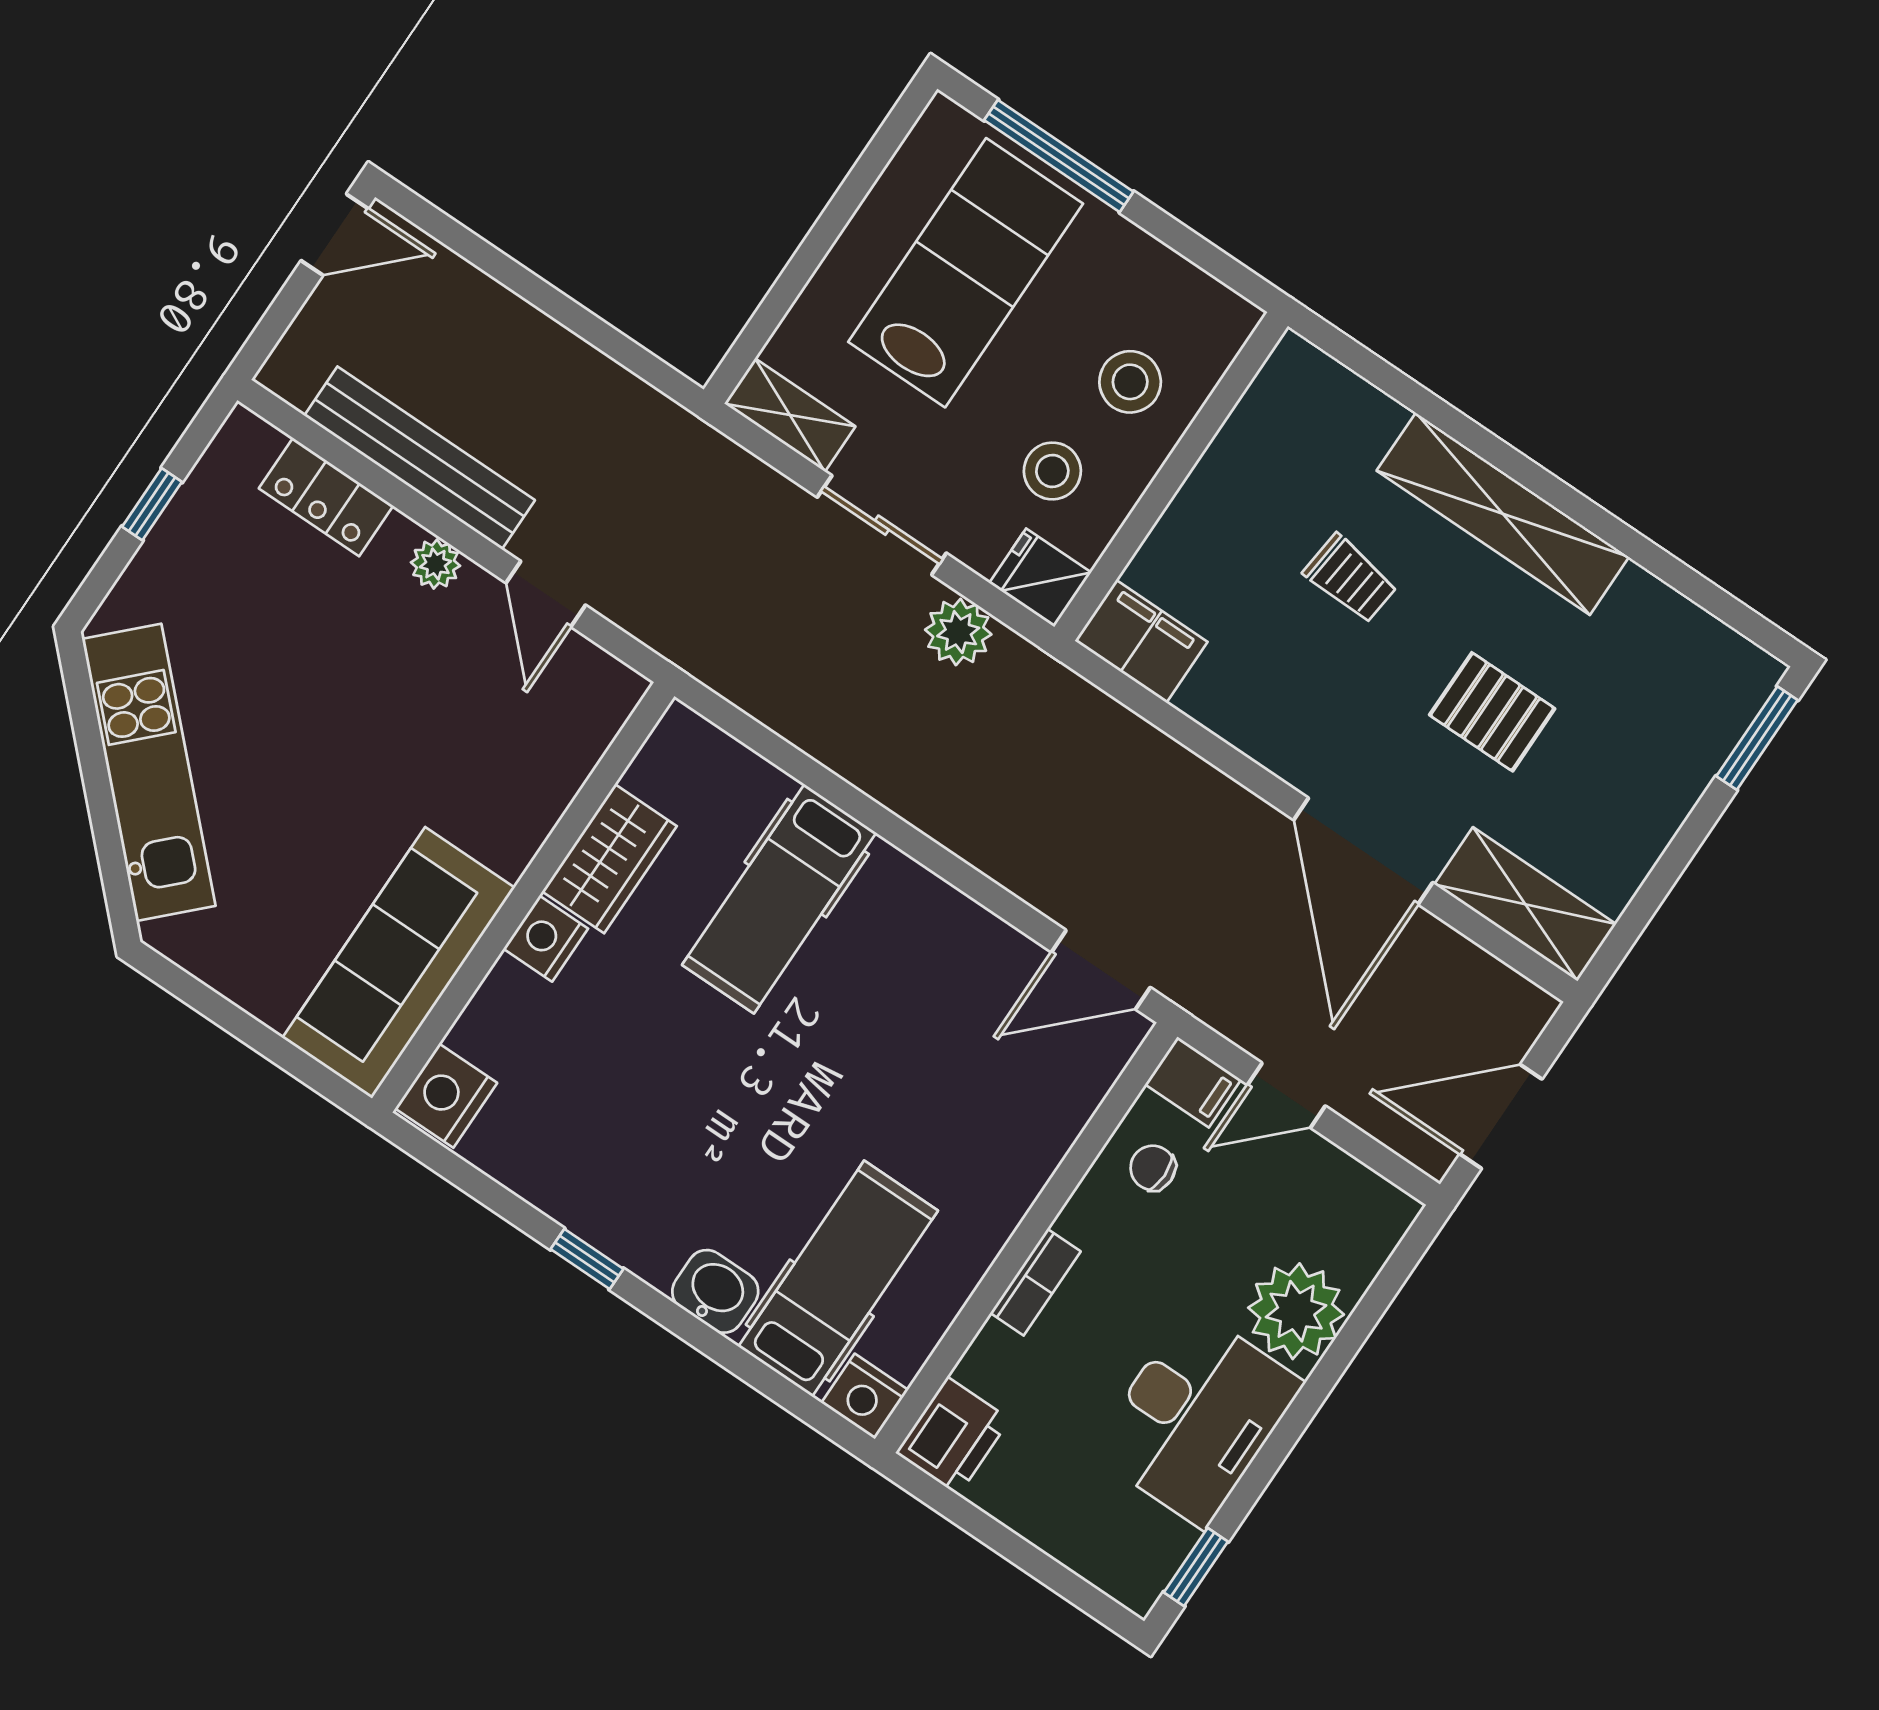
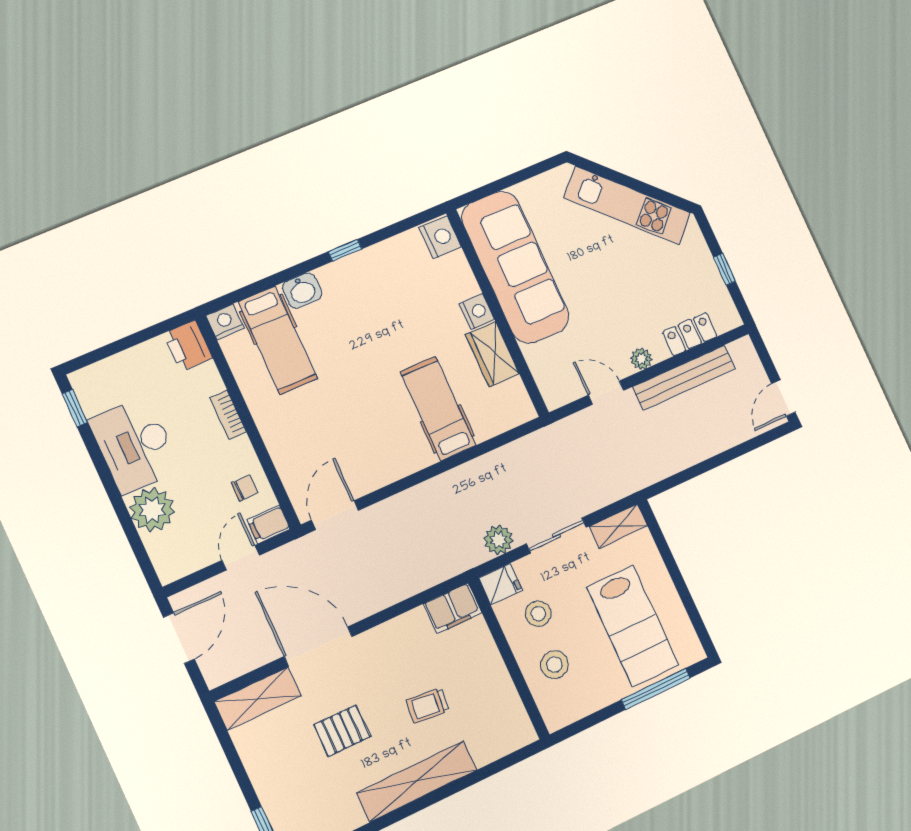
sofa: (399, 963) -> (515, 267), width x1.36, depth x1.27

